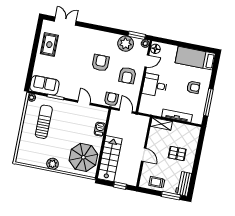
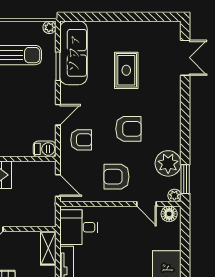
rug: (49, 45) -> (126, 70), moved, turned 90
sofa: (44, 85) -> (73, 53), width x1.36
desk: (155, 85) -> (79, 227), moved, turned -90
armchair: (111, 99) -> (81, 140), moved
door: (126, 111) -> (58, 186), hinge flipped
barbecue: (100, 129) -> (45, 149), moved

